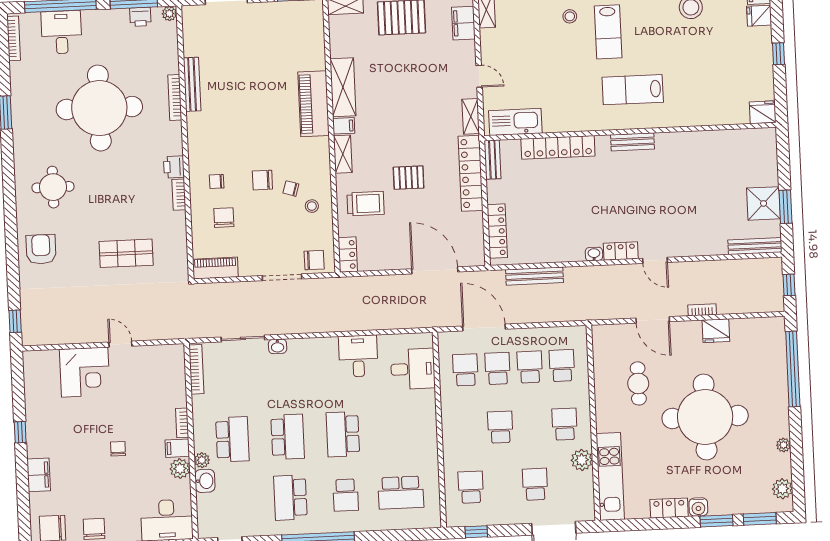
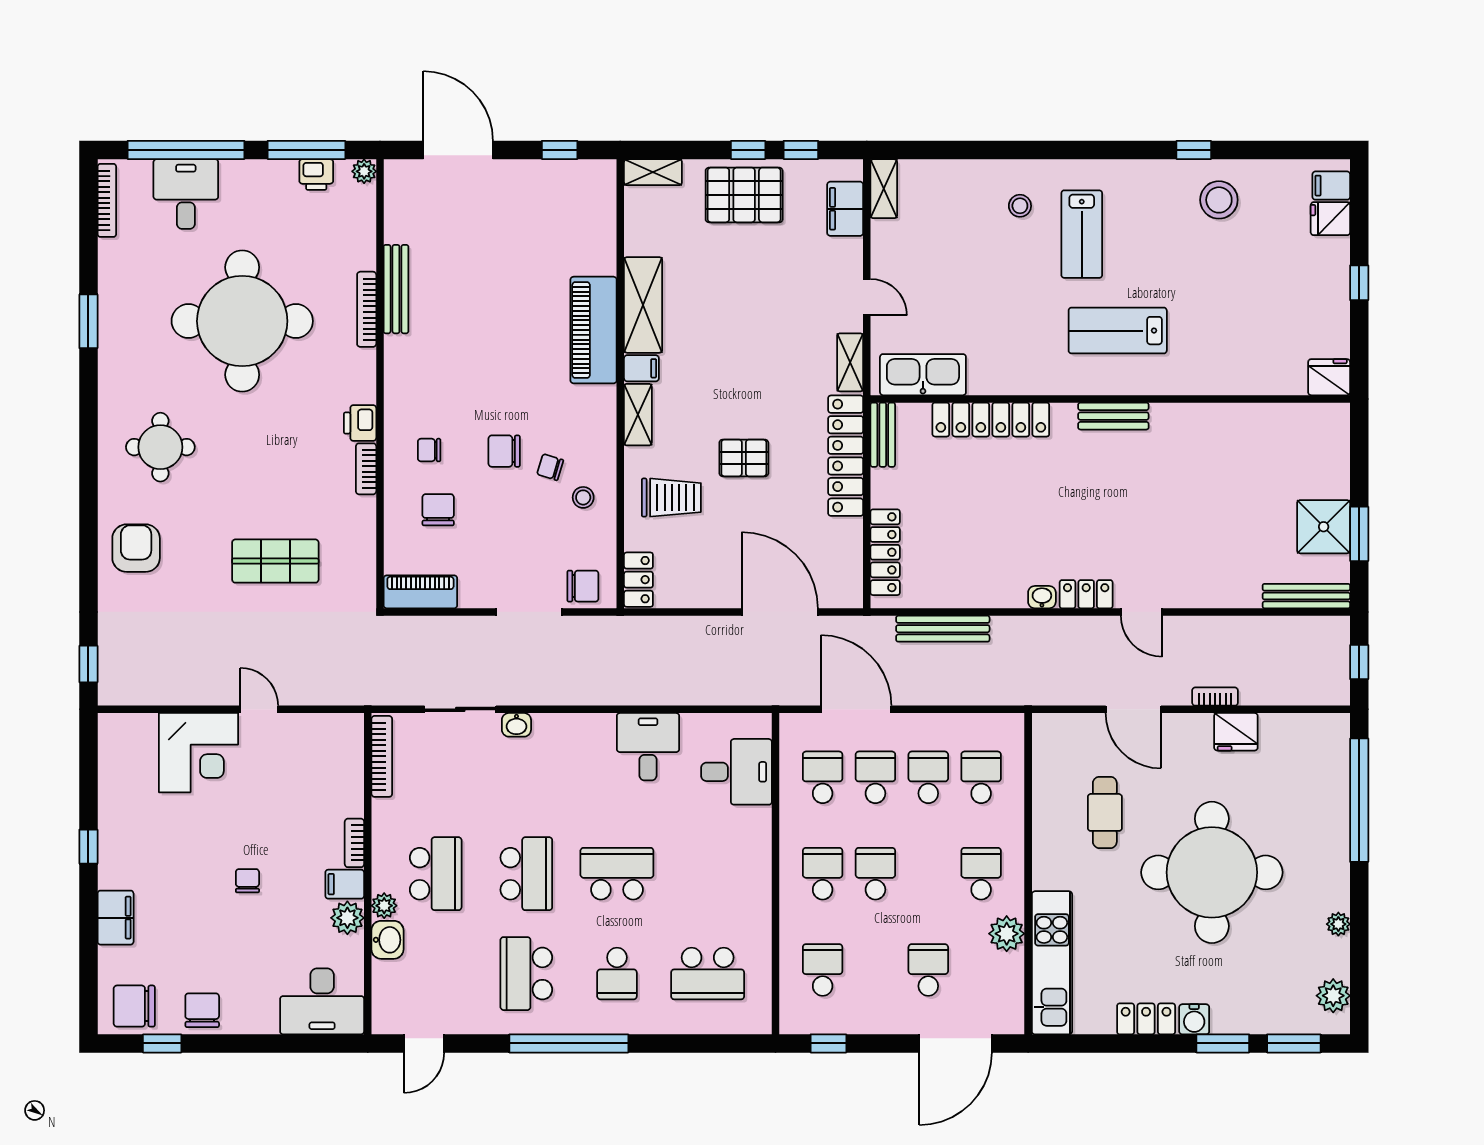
school desk: (468, 429) -> (823, 874), added
school desk: (343, 434) -> (617, 874), turned 90

